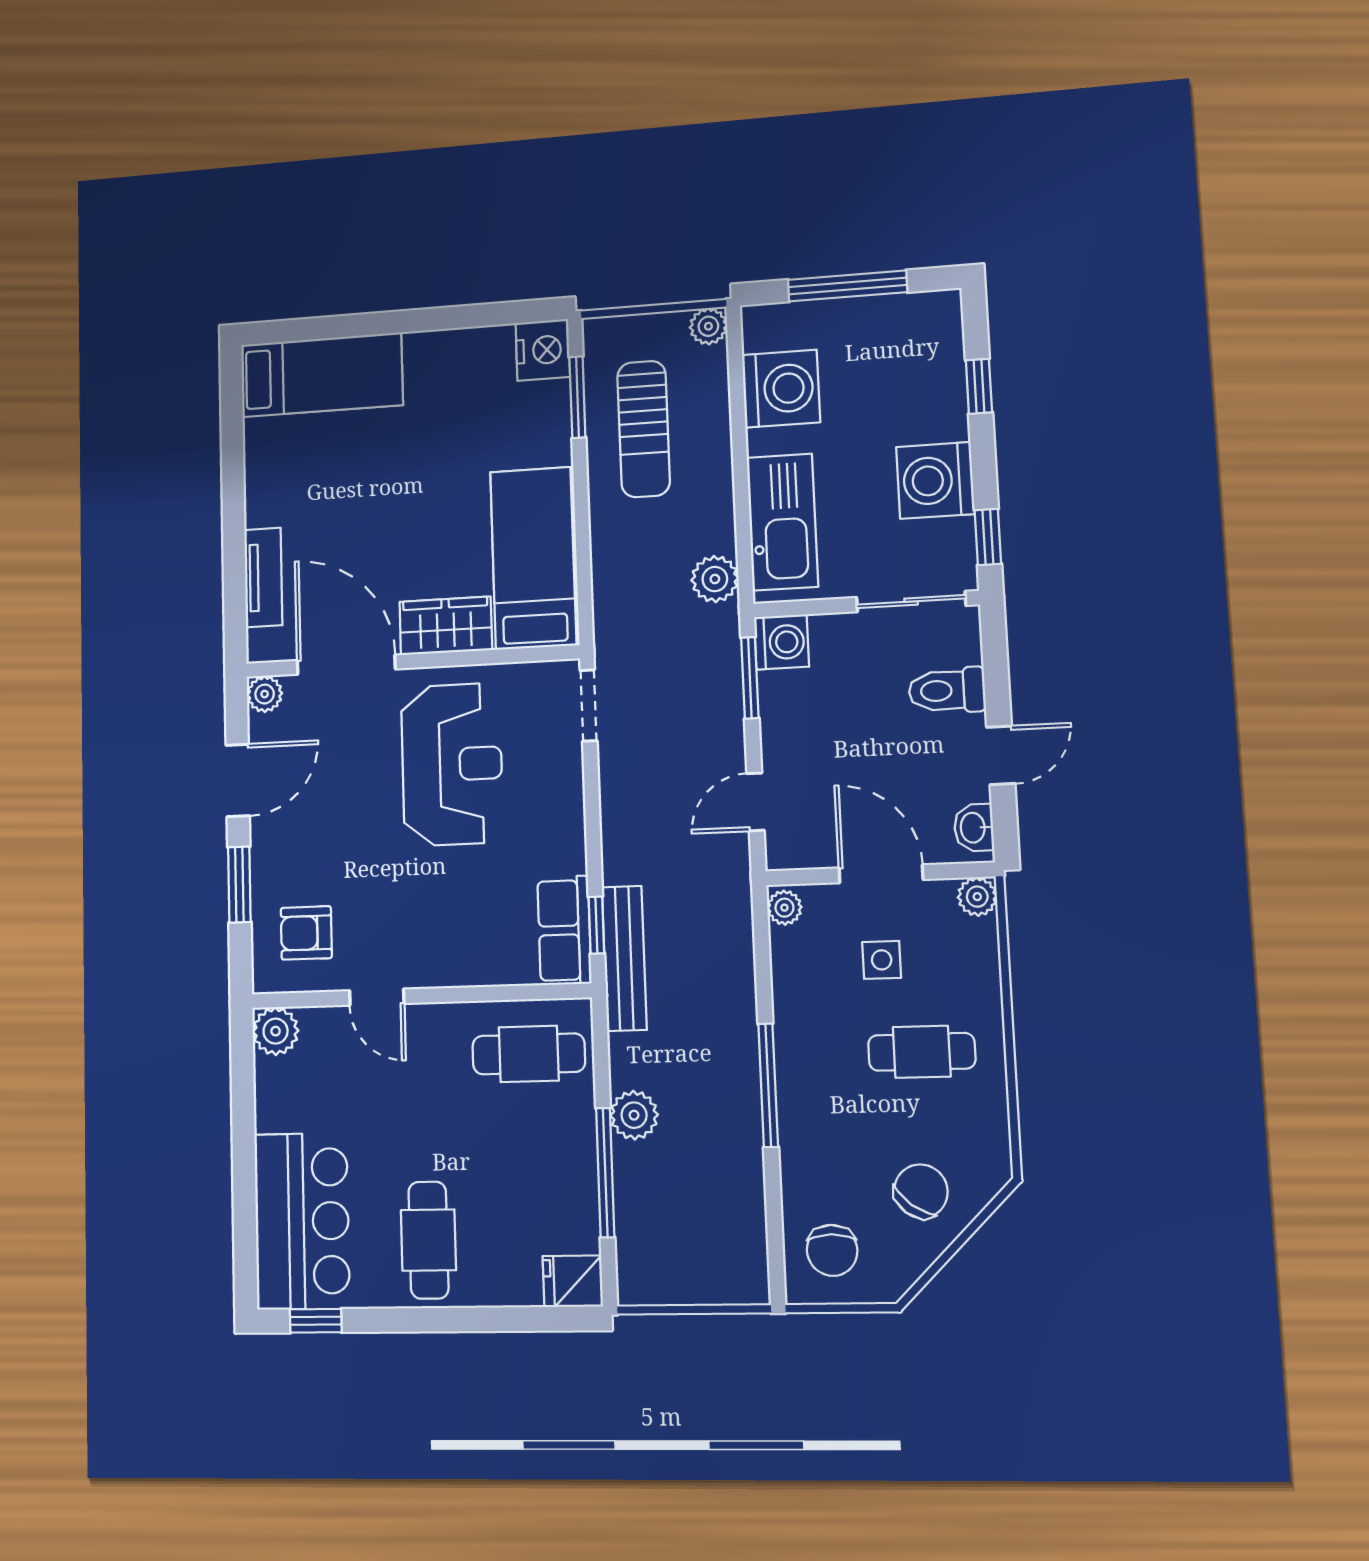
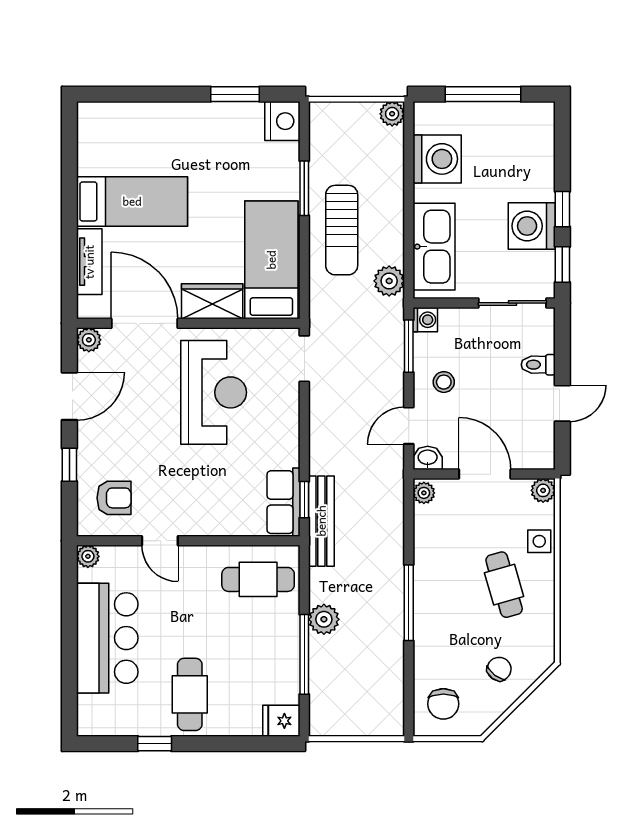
window: (471, 316) -> (235, 94), added
bed: (321, 375) -> (132, 201), moved
window: (979, 386) -> (562, 209), moved
window: (577, 397) -> (304, 188), moved
sun lounger: (644, 429) -> (342, 230), moved
washing machine: (781, 642) -> (425, 320), width x0.73, depth x0.73
toilet: (947, 690) -> (538, 365), width x0.73, depth x0.72
stool: (808, 731) -> (444, 382), added
washbasin: (974, 828) -> (428, 458), moved, turned 90
window: (239, 885) -> (69, 465), width x0.67
armchair: (306, 933) -> (114, 498), turned 180
side table: (882, 960) -> (539, 541), moved
plant: (276, 1031) -> (88, 556), width x0.73, depth x0.73
cafe table: (922, 1052) -> (504, 585), turned 74
chair: (921, 1191) -> (499, 669), width x0.73, depth x0.73
bar counter: (302, 1221) -> (107, 638), moved
window: (316, 1321) -> (155, 744), moved

